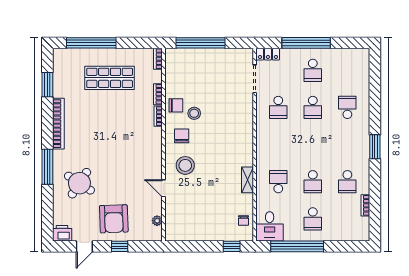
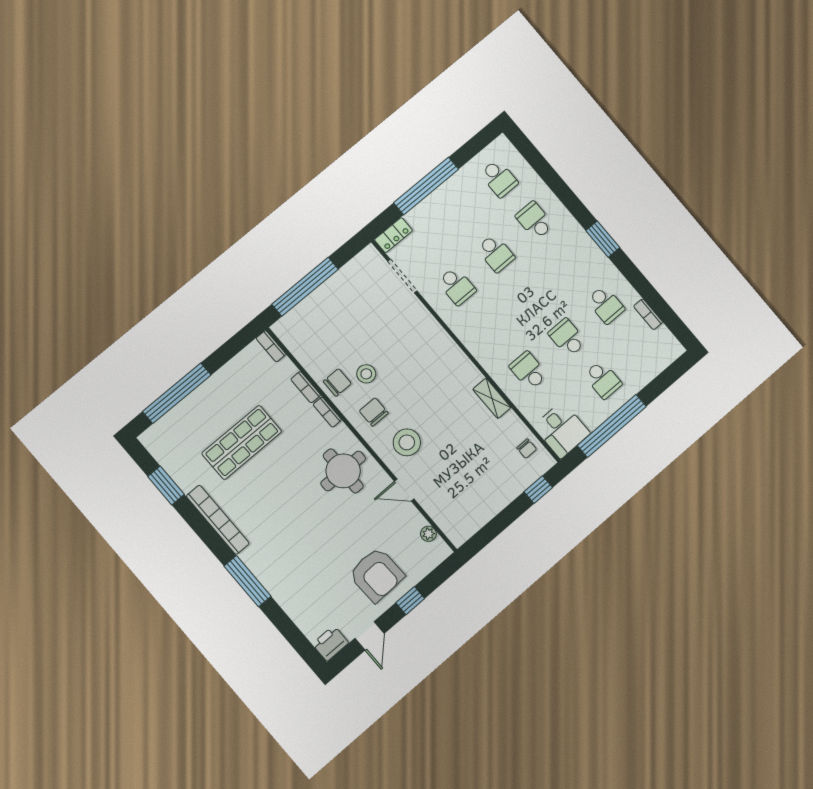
school desk: (313, 70) -> (499, 178), moved
shop shelf: (110, 78) -> (242, 442), moved
school desk: (313, 182) -> (567, 338), turned 180
round table: (79, 183) -> (343, 471), moved, turned -33

